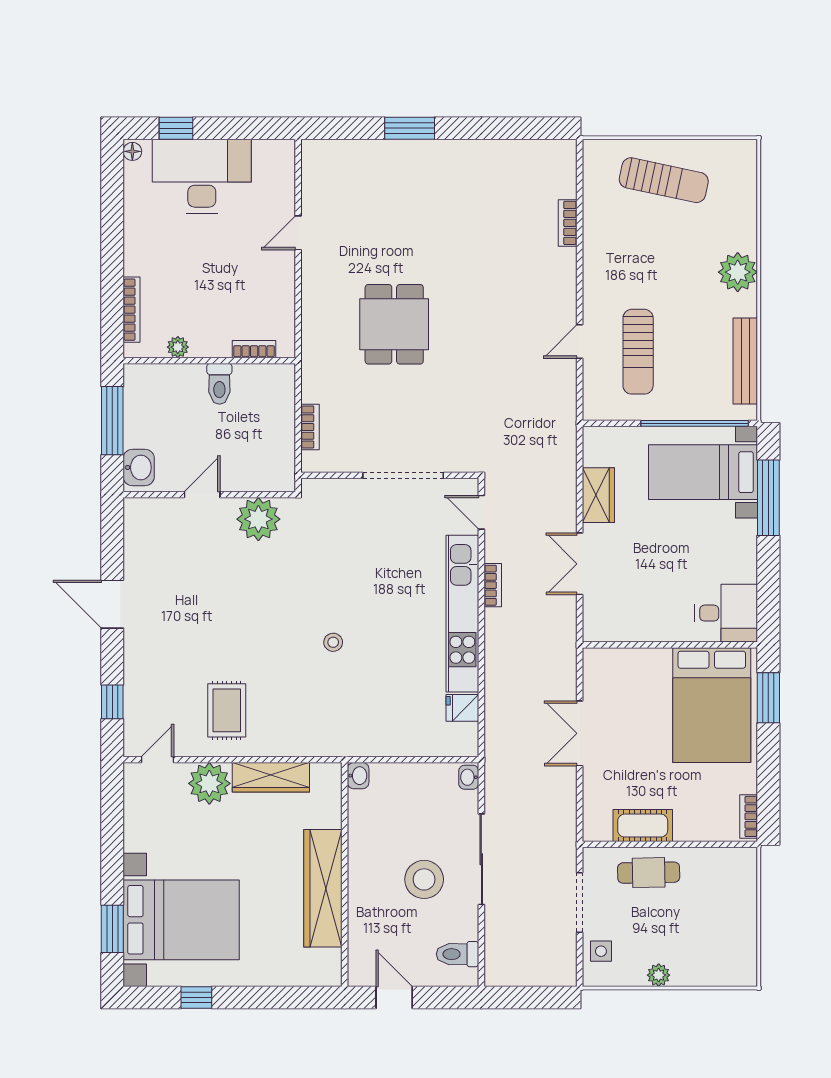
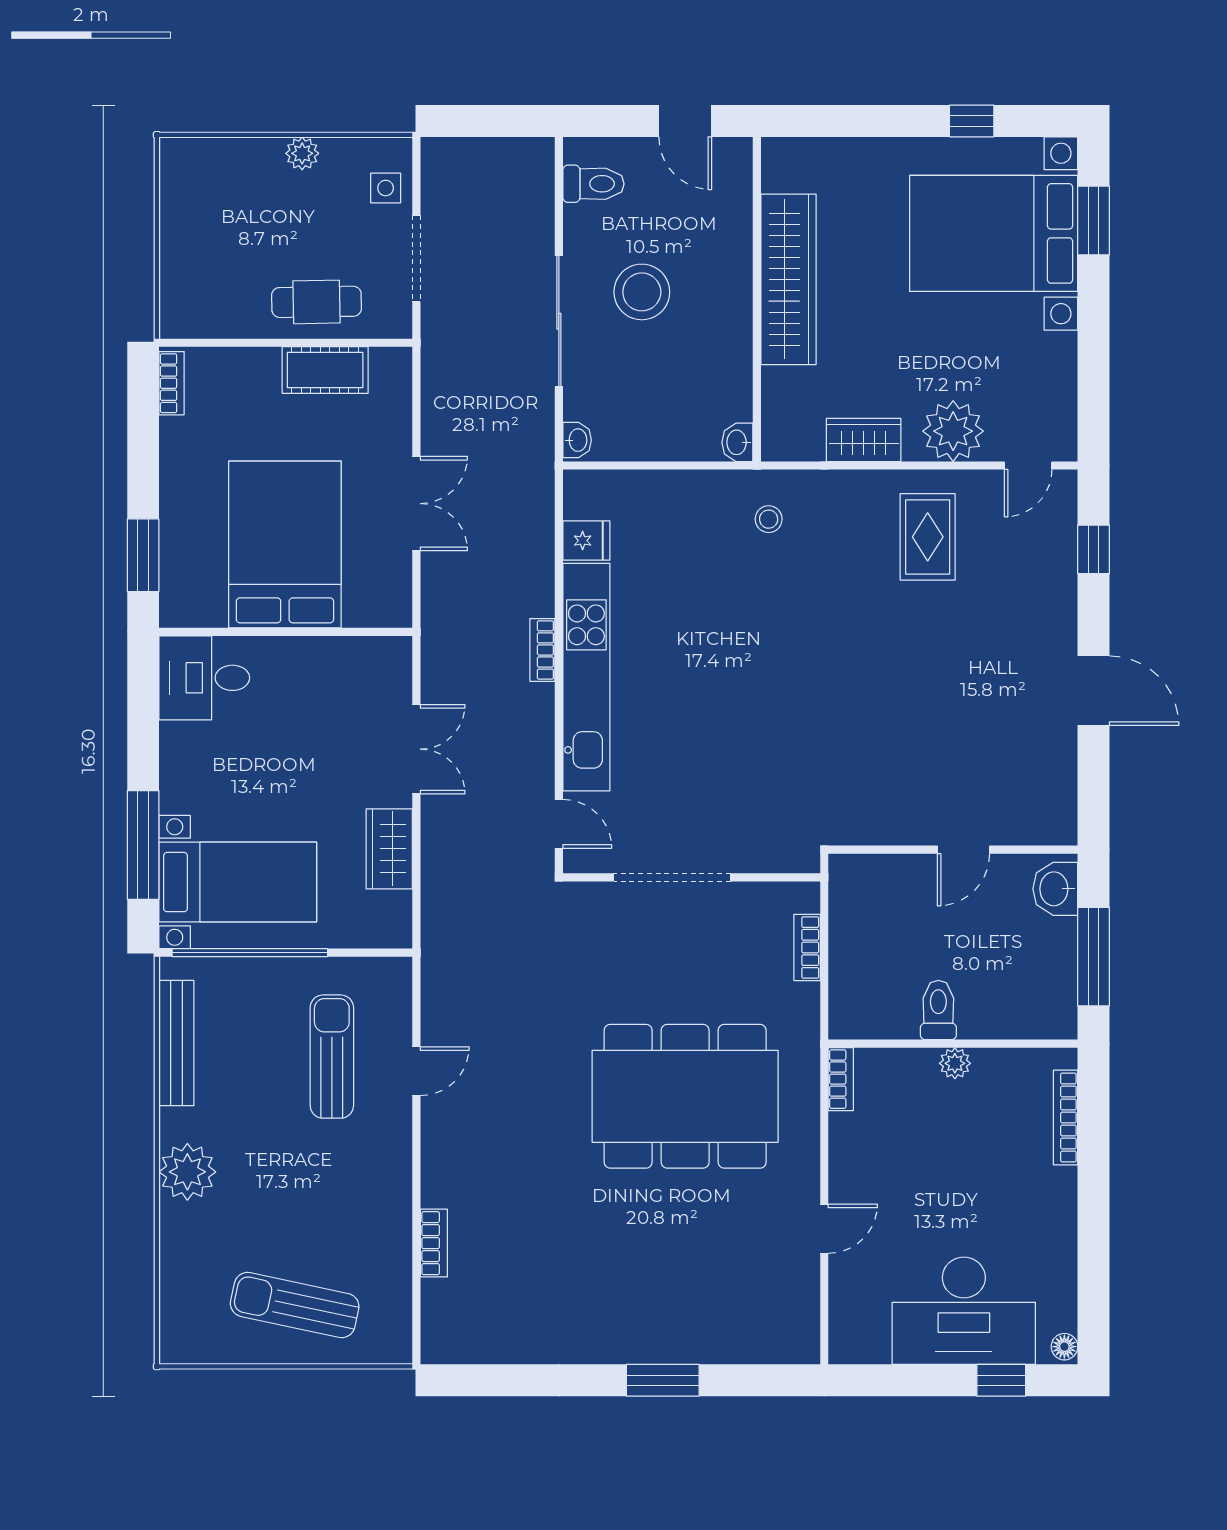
dining table: (394, 324) -> (685, 1096), width x1.88, depth x1.24
plant: (178, 347) -> (955, 1063), moved
bookcase: (254, 349) -> (841, 1079), moved, turned -90
plant: (258, 519) -> (882, 814), removed
bookcase: (493, 585) -> (542, 650), moved
stool: (333, 642) -> (769, 519), moved
bed: (712, 705) -> (285, 544), moved
wardrobe: (271, 777) -> (864, 440), width x0.67

